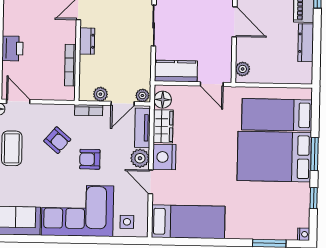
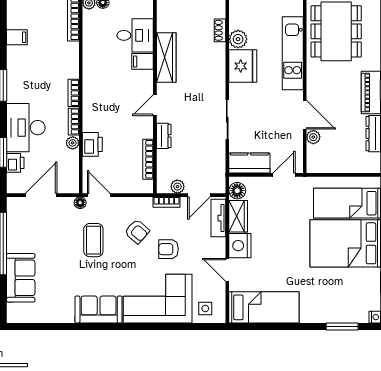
plant: (243, 69) -> (313, 137), moved
door: (212, 84) -> (284, 175), swing flipped
plant: (142, 95) -> (218, 187), removed
plant: (140, 158) -> (217, 247), removed

